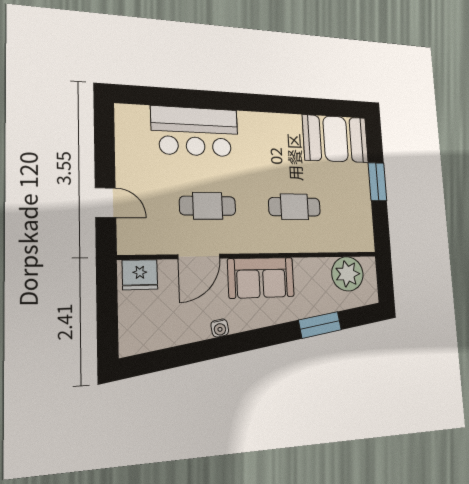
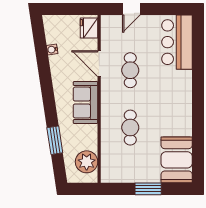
bar counter: (195, 131) -> (177, 42), moved
water cooler: (220, 328) -> (52, 49), moved

